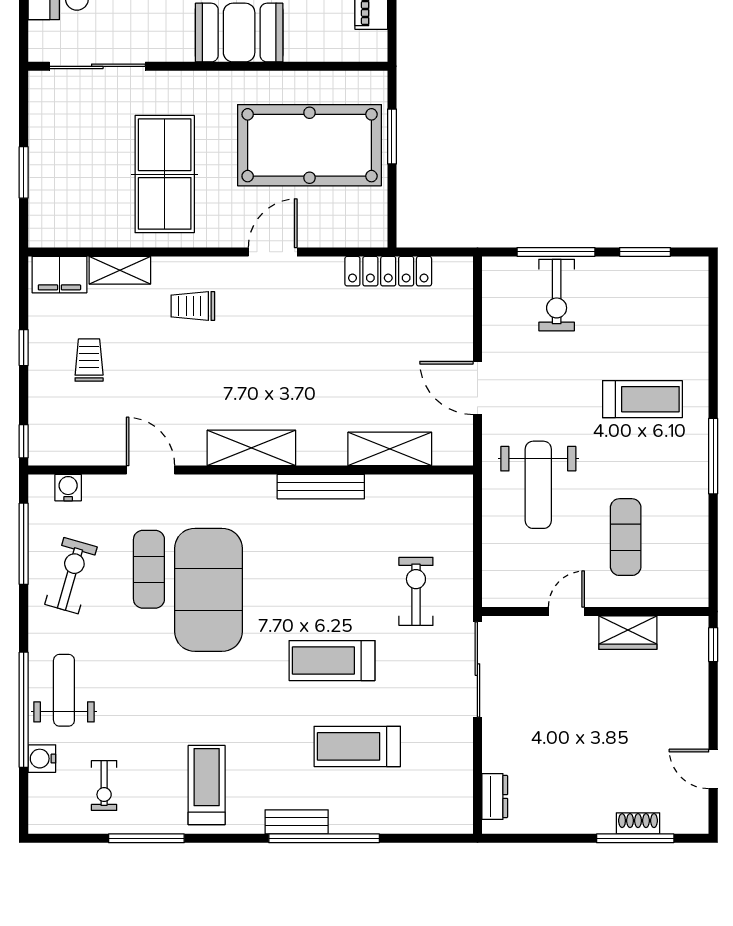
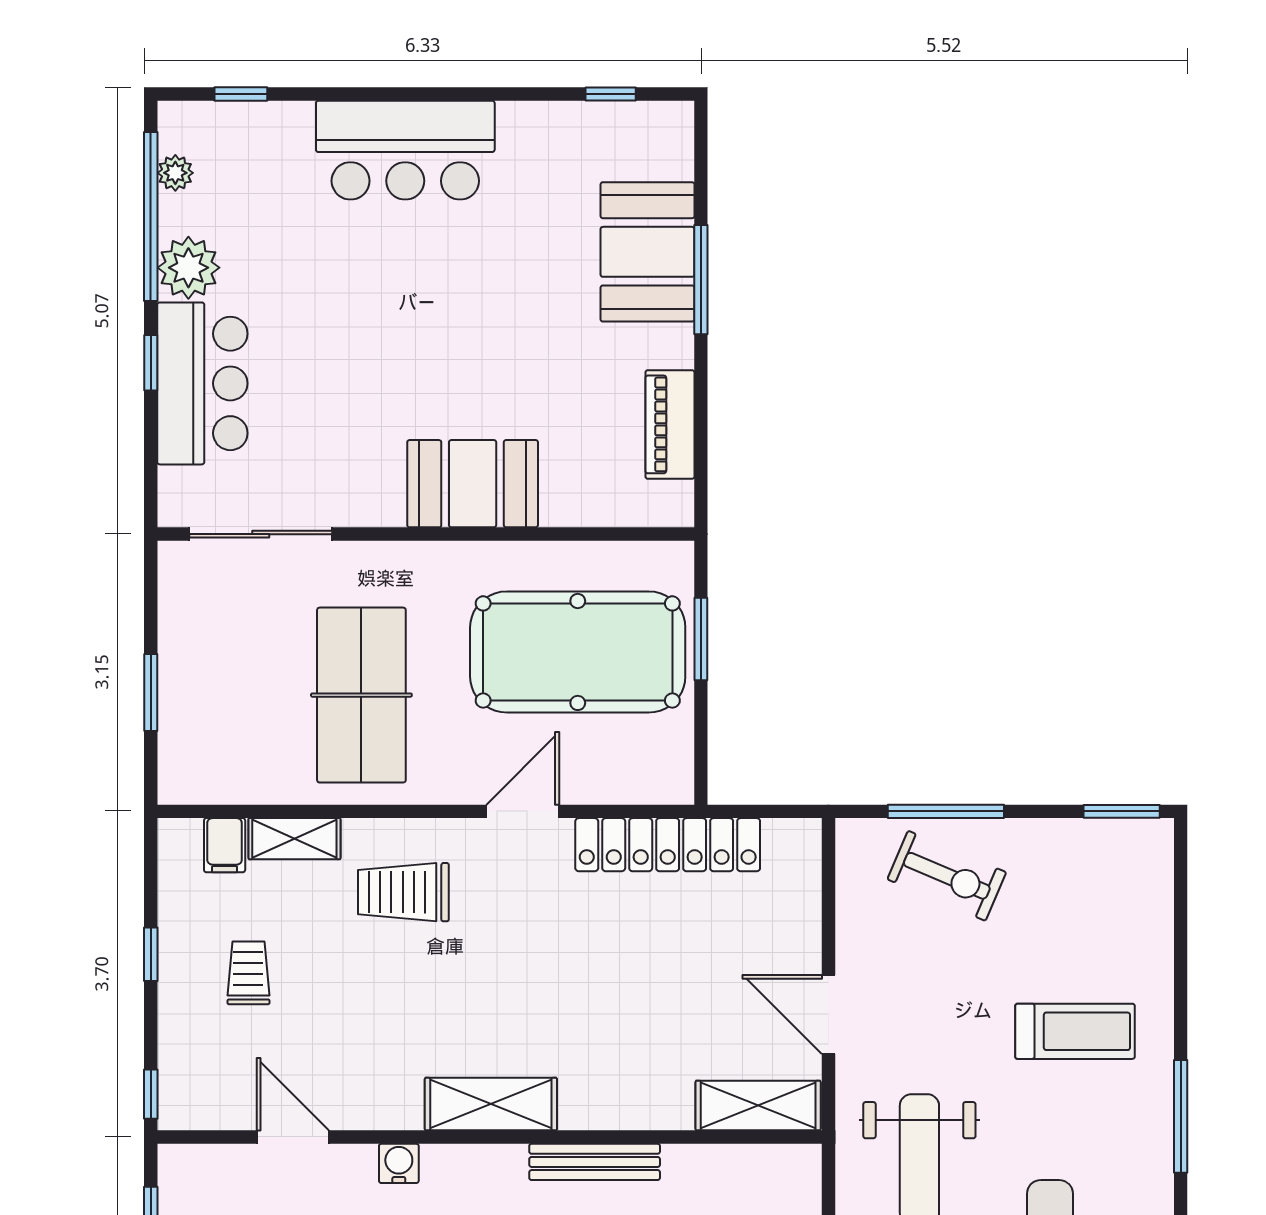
window: (645, 252) -> (1122, 811), moved
locker: (388, 271) -> (668, 845), width x1.41, depth x1.21
filing cabinet: (59, 275) -> (225, 845), width x0.50
exercise bike: (557, 295) -> (947, 876), turned -67
trolley: (193, 306) -> (403, 892), width x1.36, depth x1.39
shelving: (390, 449) -> (758, 1105), moved
door: (151, 470) -> (293, 1137), moved
water cooler: (68, 488) -> (399, 1163), moved

